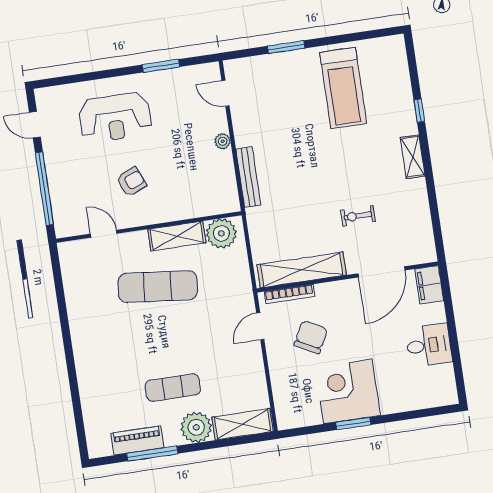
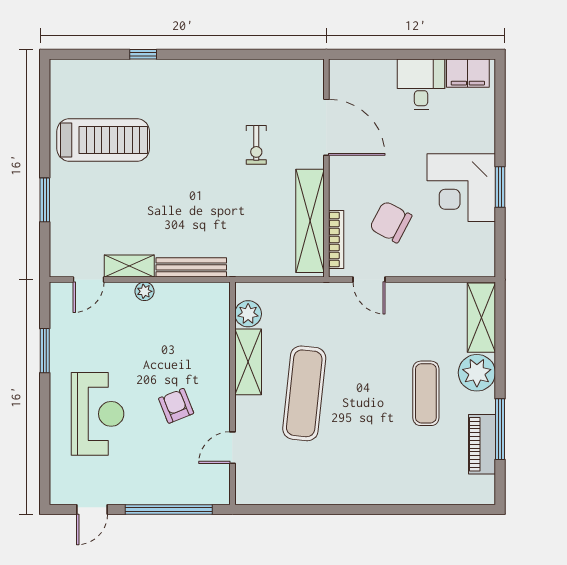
shelving: (413, 157) -> (129, 266), moved
plant: (221, 233) -> (248, 314), width x0.73, depth x0.73
filing cabinet: (429, 285) -> (468, 73), moved

